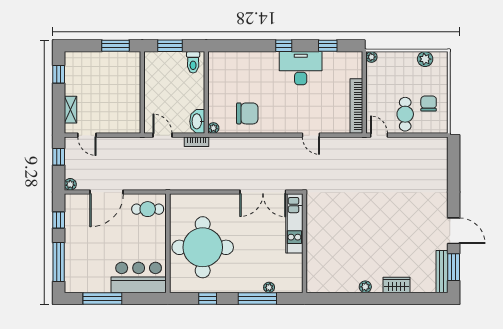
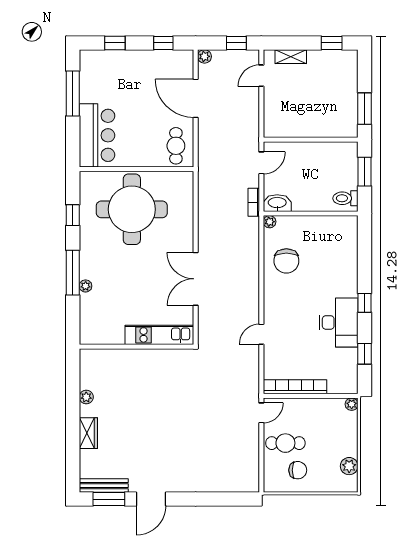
kitchen unit: (294, 223) -> (159, 335), moved
wall: (304, 243) -> (136, 347), moved
window: (59, 262) -> (115, 43), width x0.46

